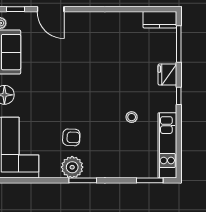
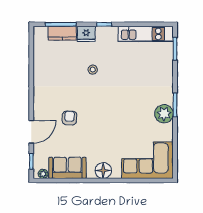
kitchen counter: (160, 20) -> (62, 33), moved, turned 90
stool: (132, 117) -> (93, 70), moved
armchair: (71, 137) -> (69, 118), moved

